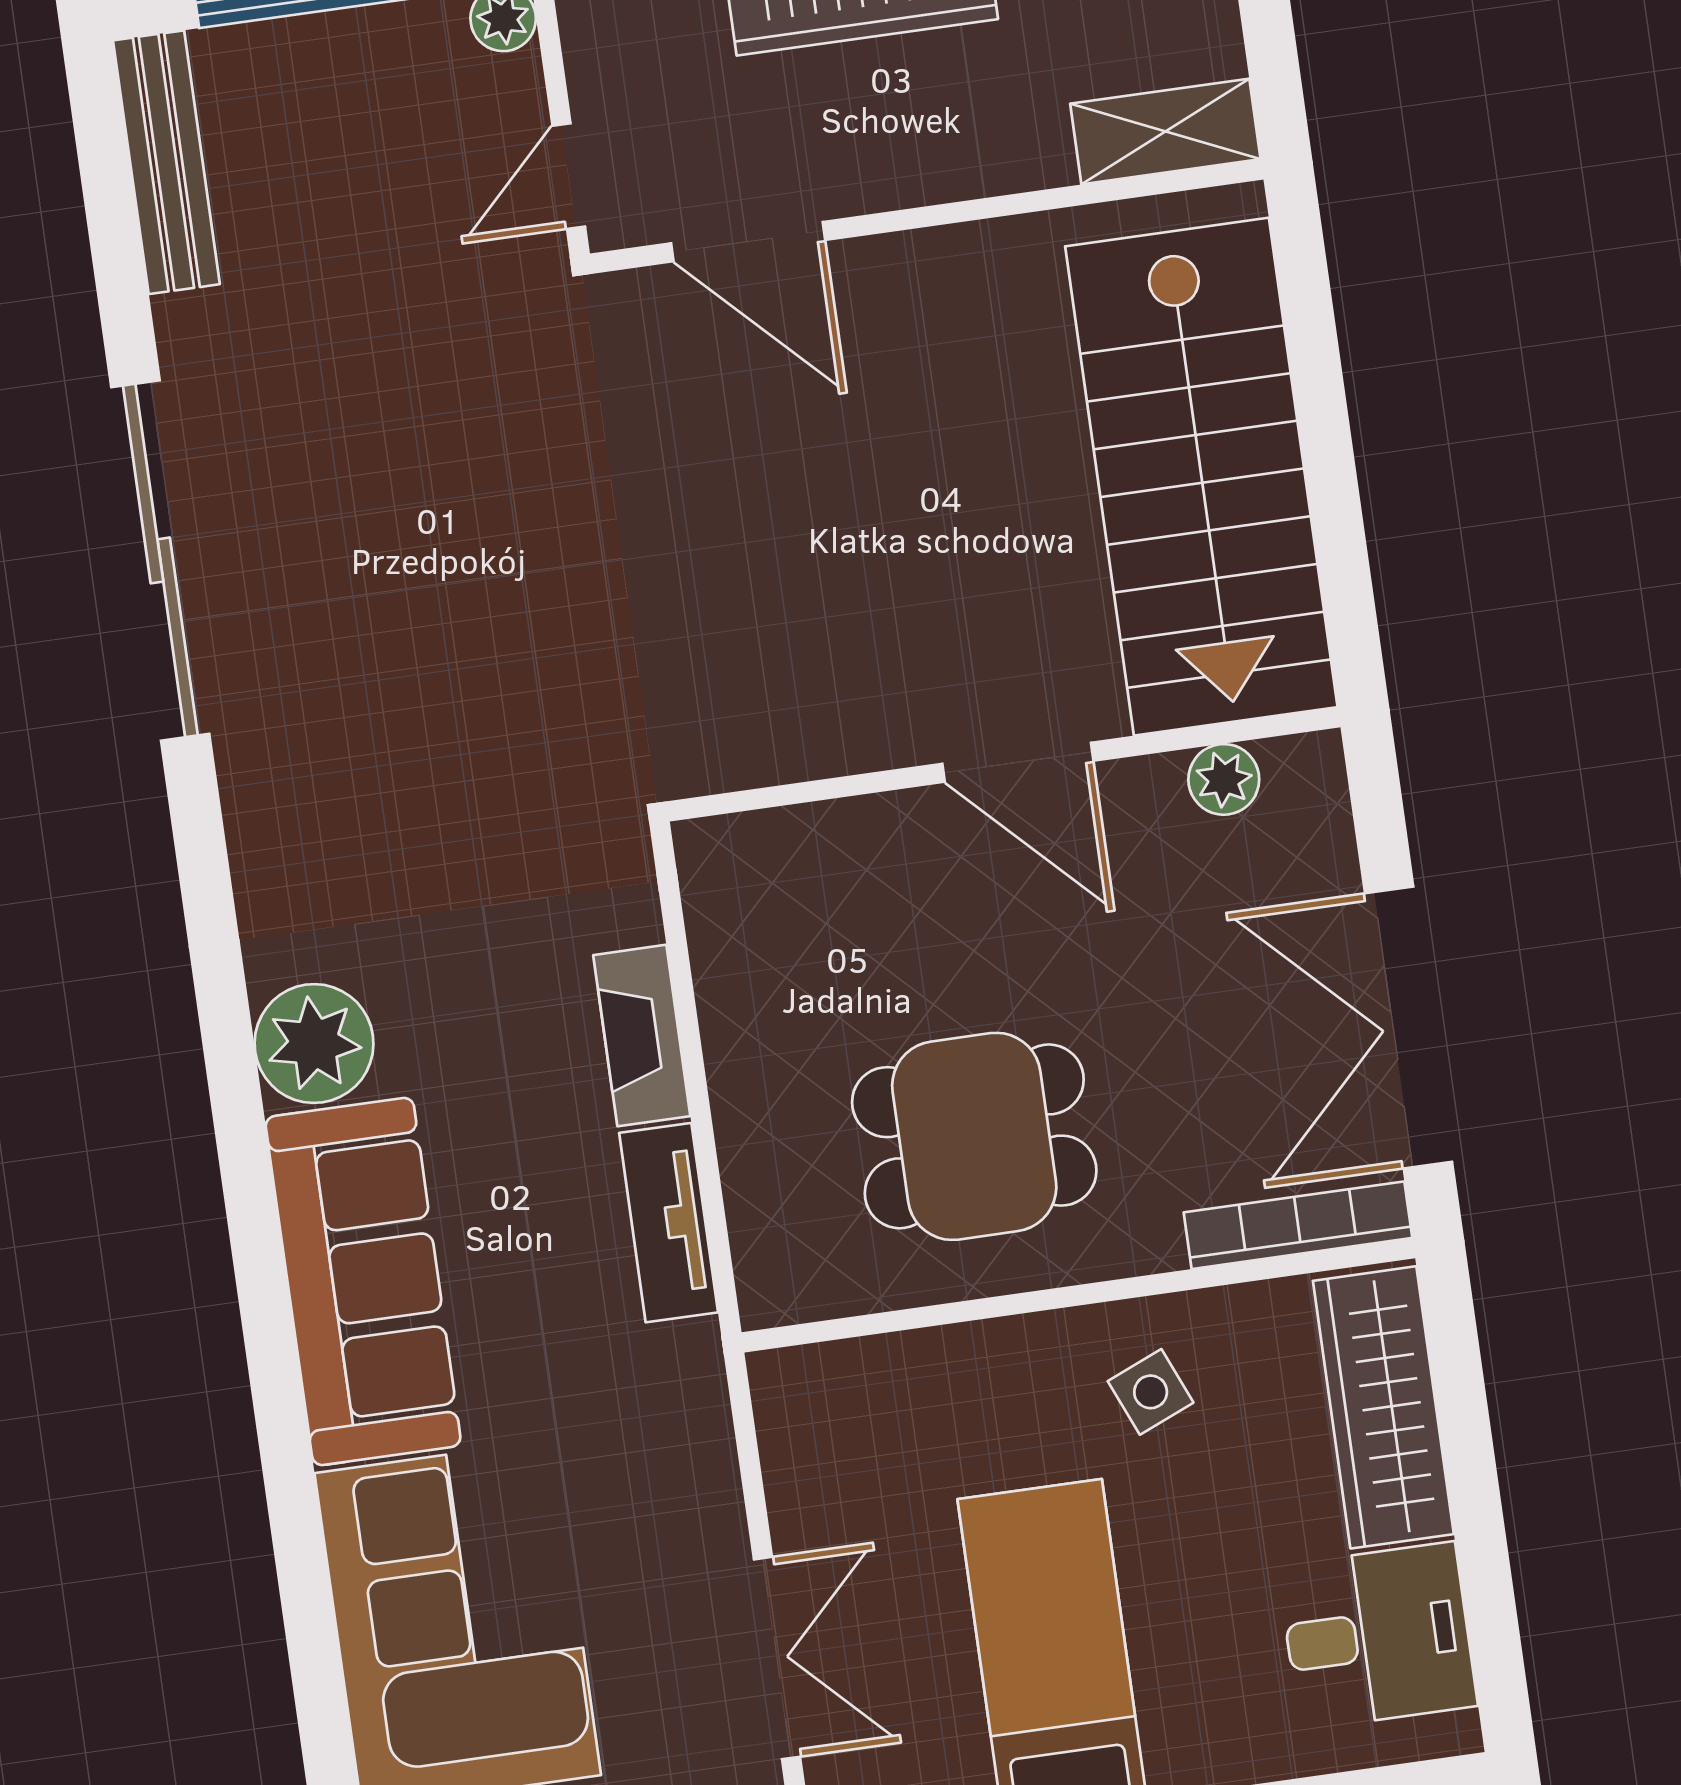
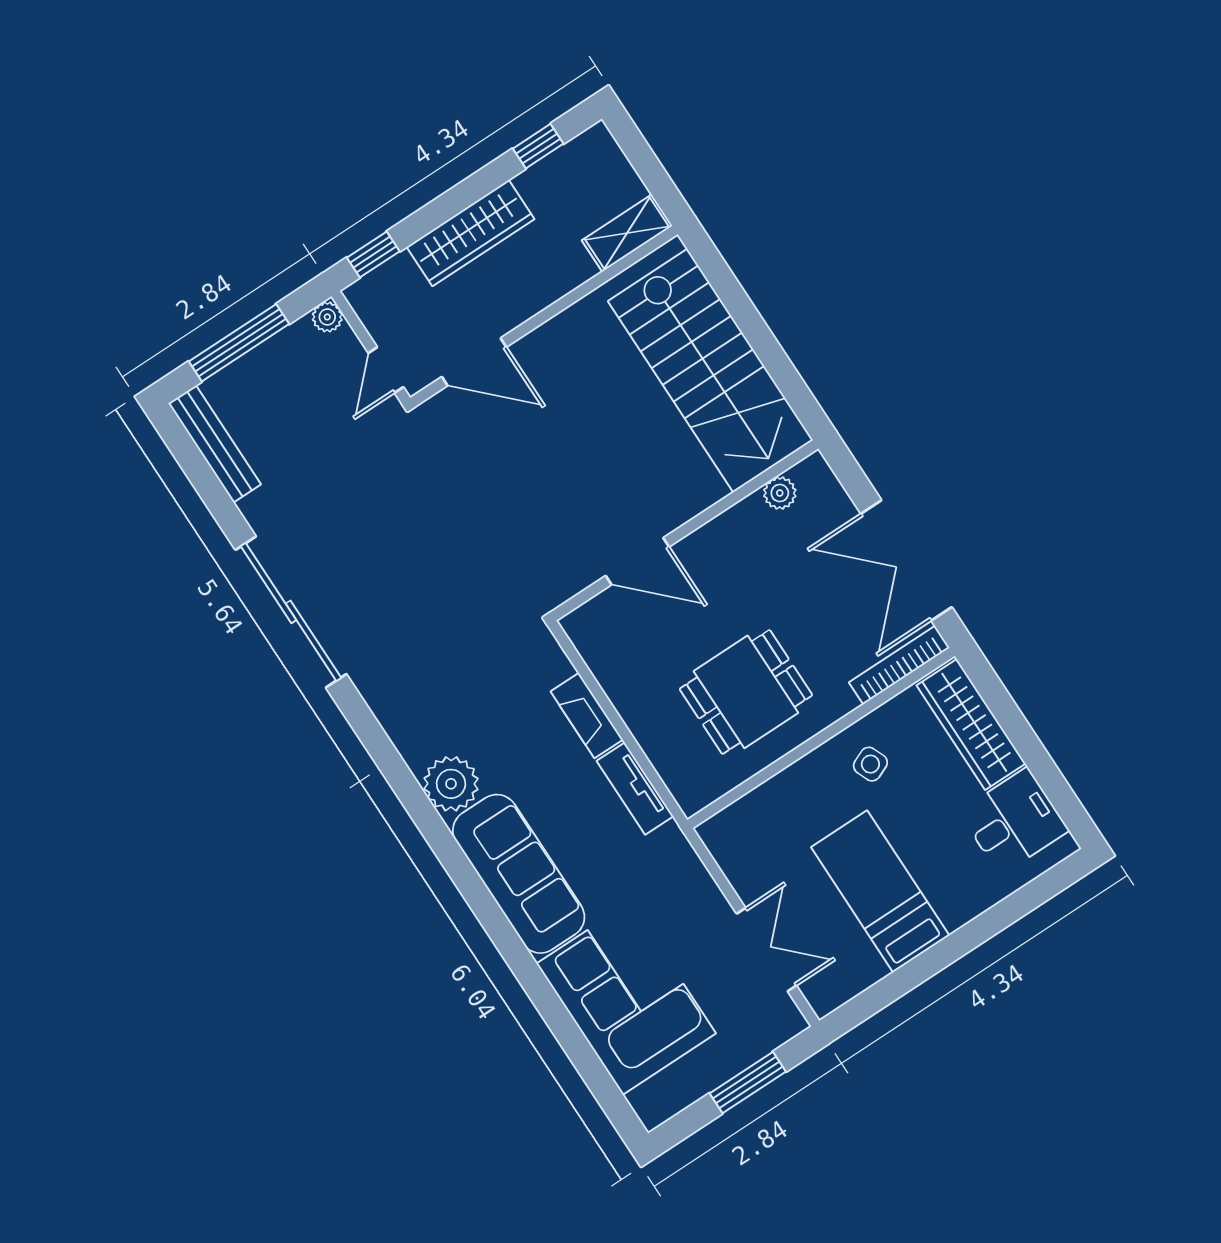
door: (1018, 762) -> (637, 561), moved

